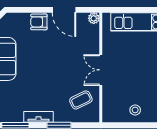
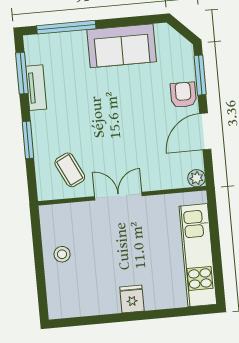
window: (27, 10) -> (200, 75), added
tv unit: (39, 117) -> (36, 88), moved

